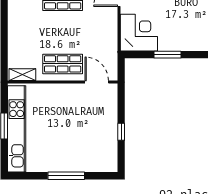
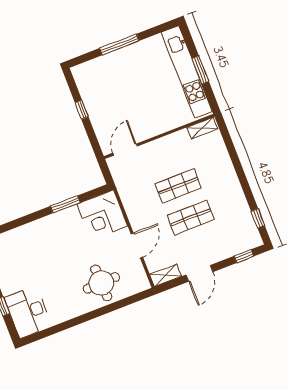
shop shelf: (63, 64) -> (178, 186), moved
door: (97, 82) -> (125, 150), swing flipped

